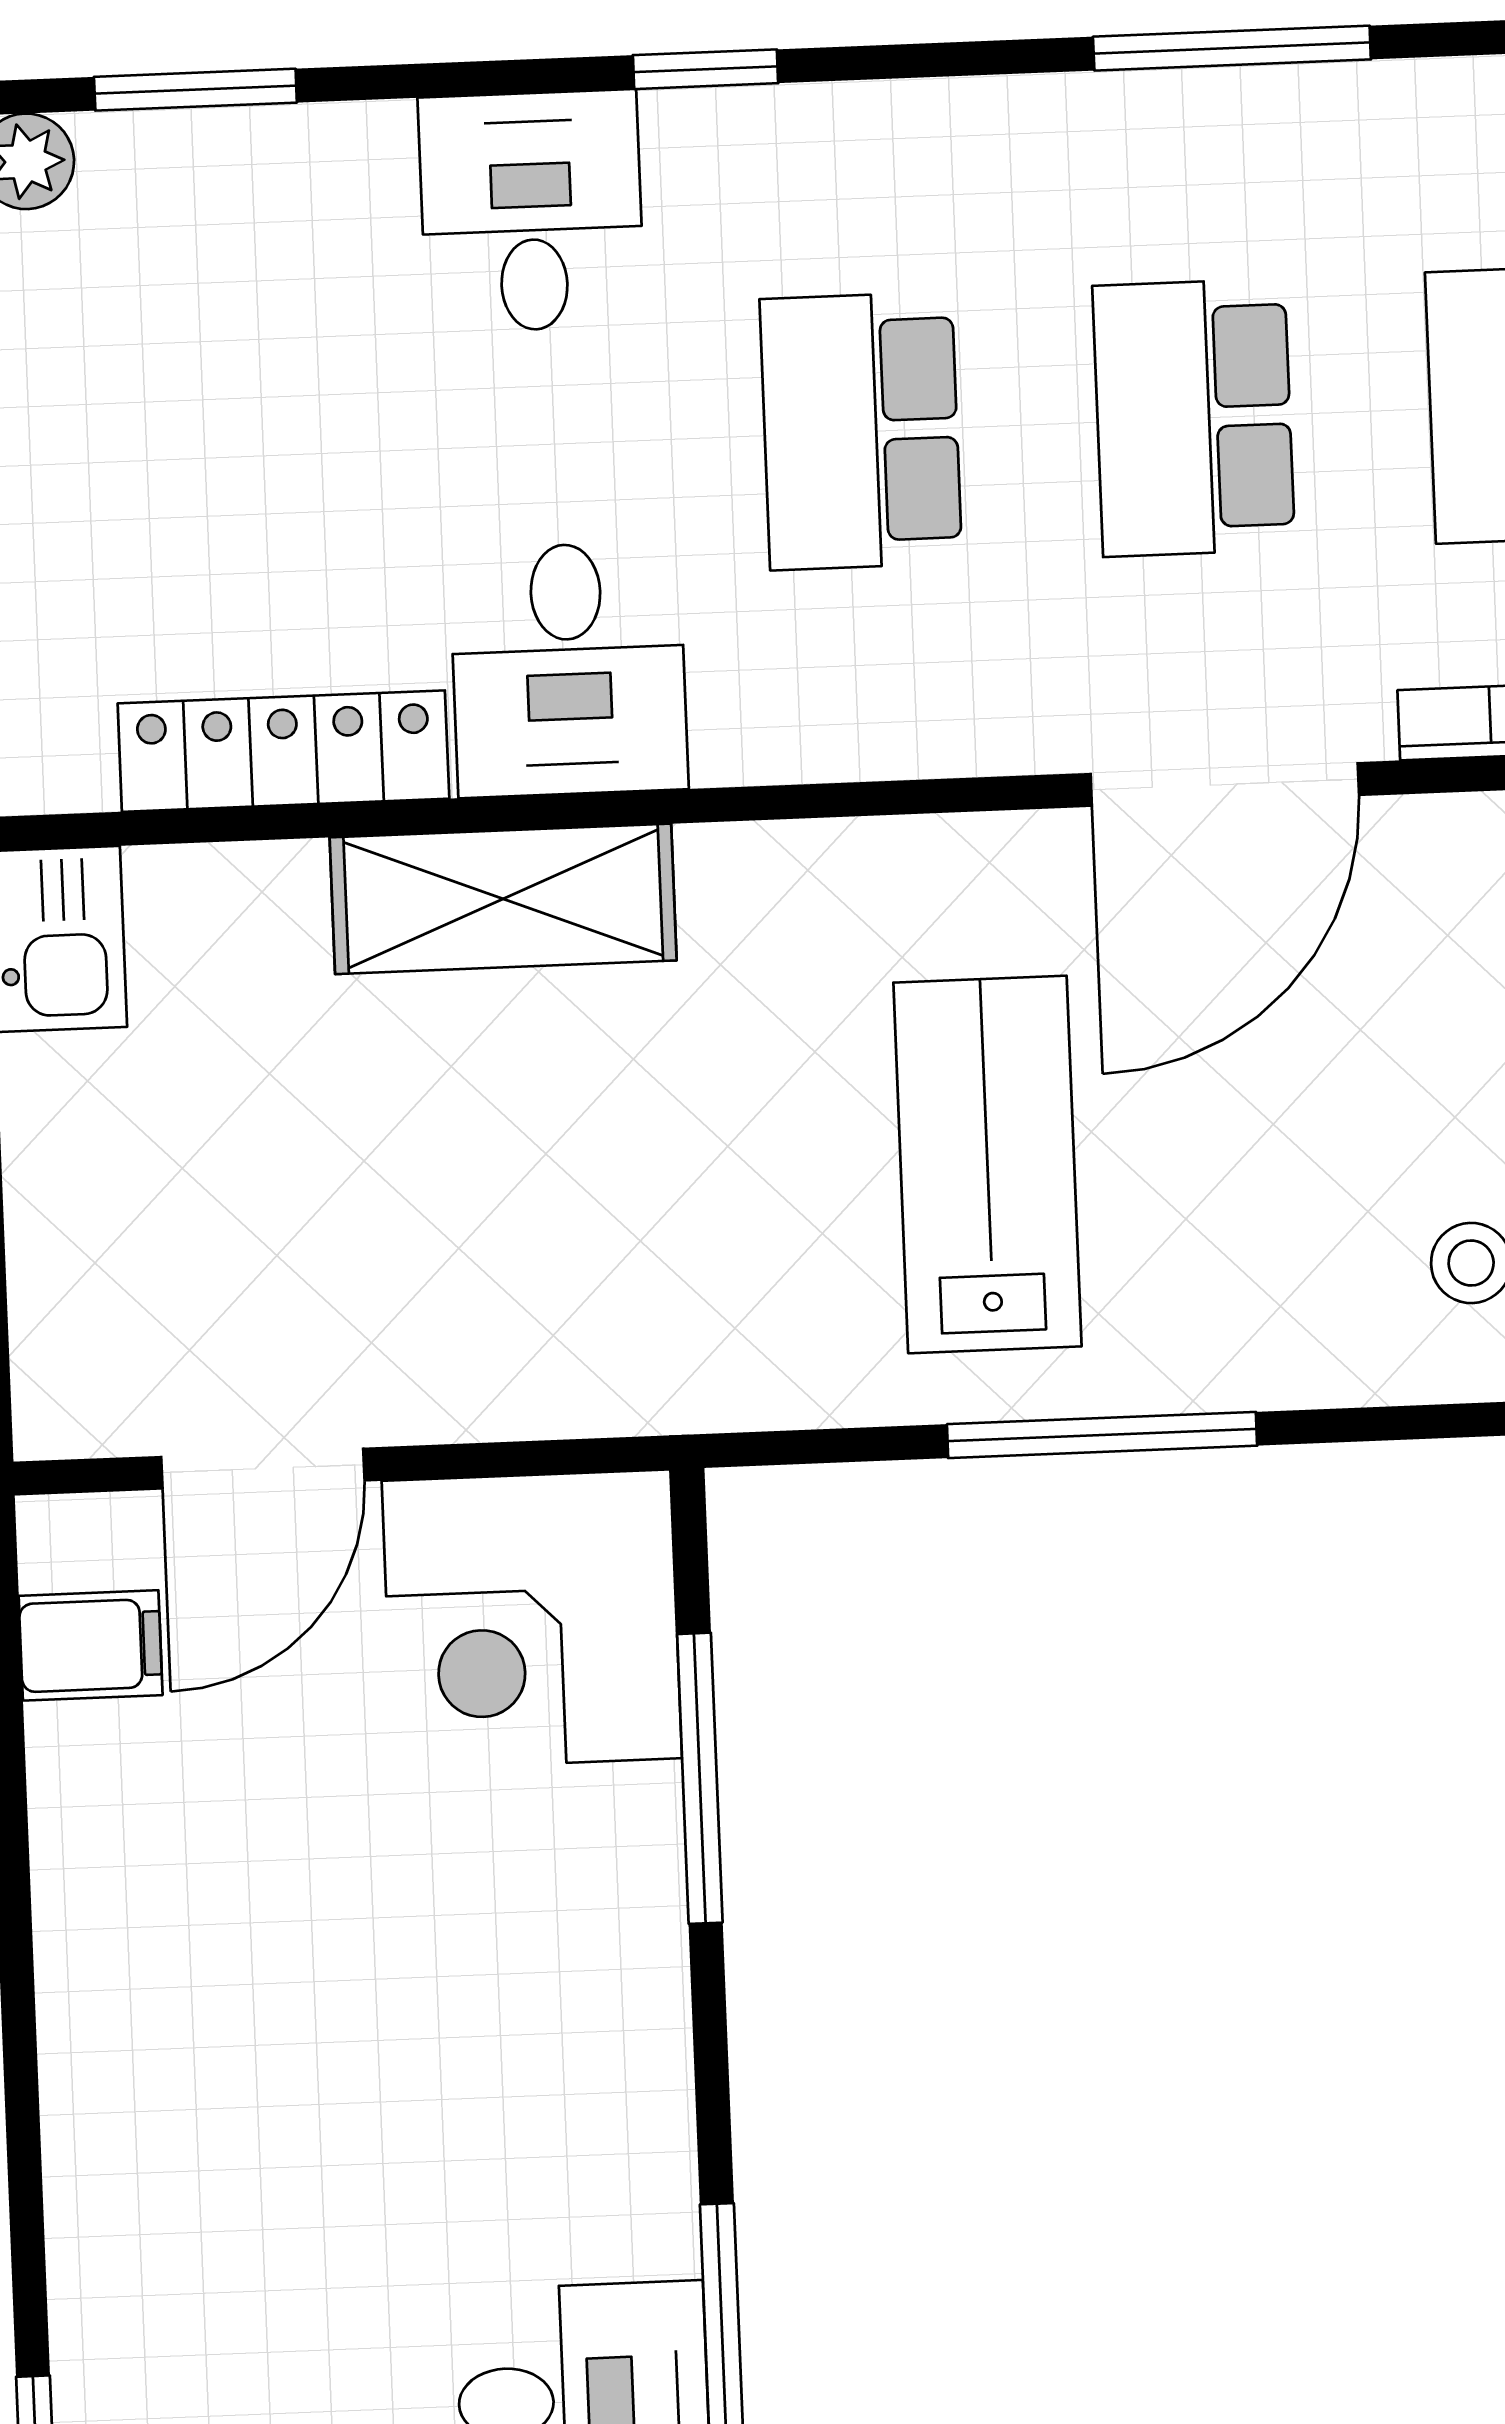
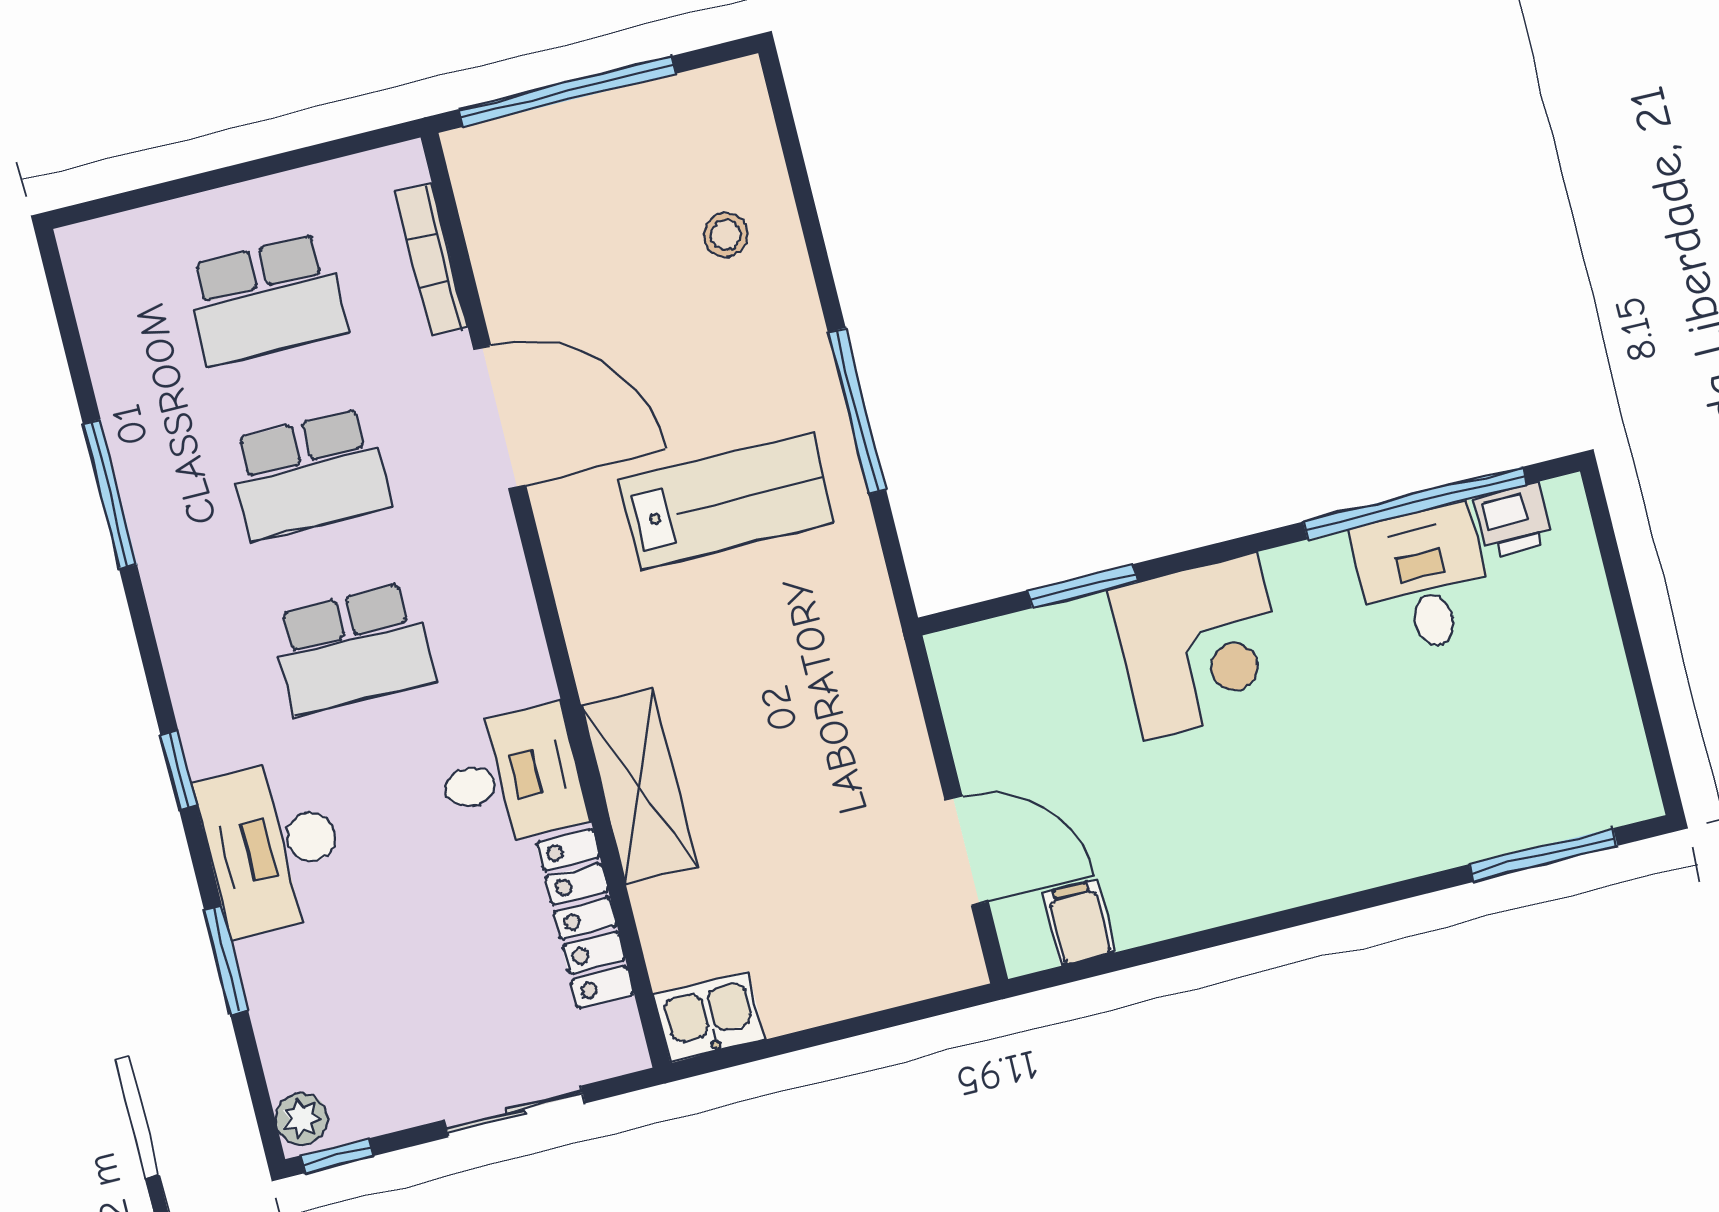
window: (195, 90) -> (226, 960), moved
desk: (532, 211) -> (273, 846), width x1.37
lab bench: (987, 1164) -> (727, 501), turned 180
corner desk: (532, 1620) -> (1200, 646), moved
window: (700, 1778) -> (1082, 586), width x0.69

